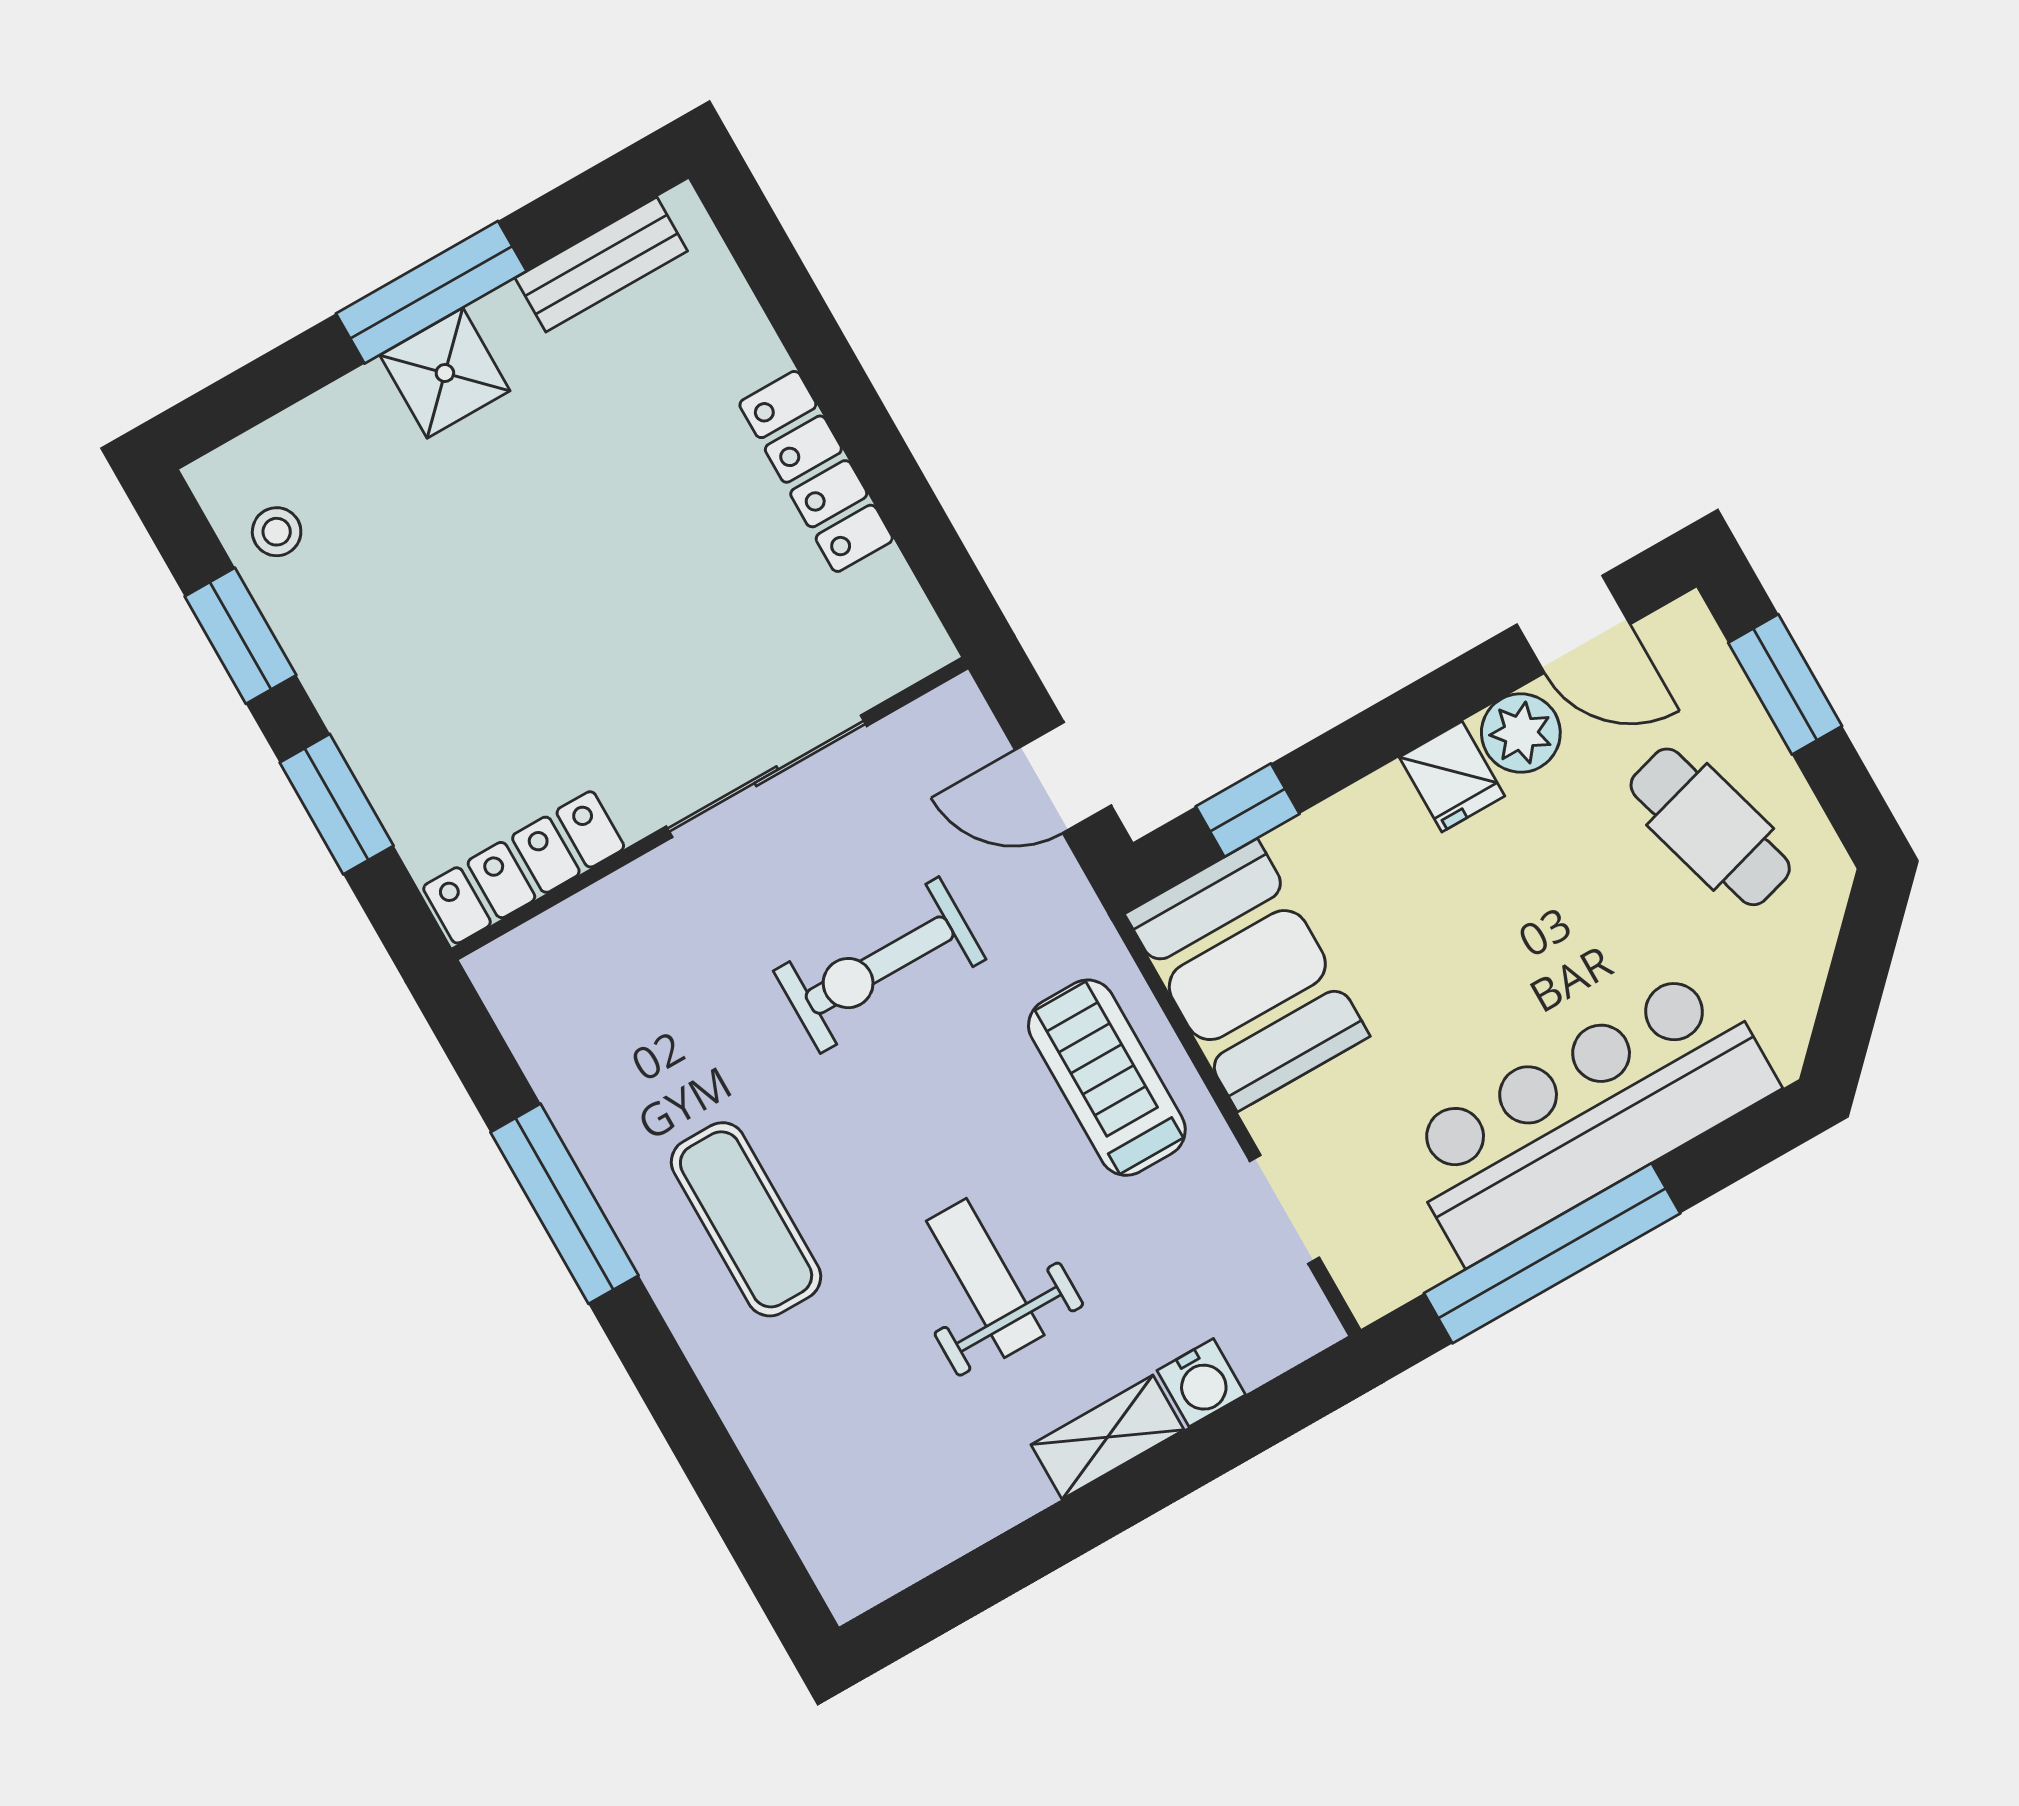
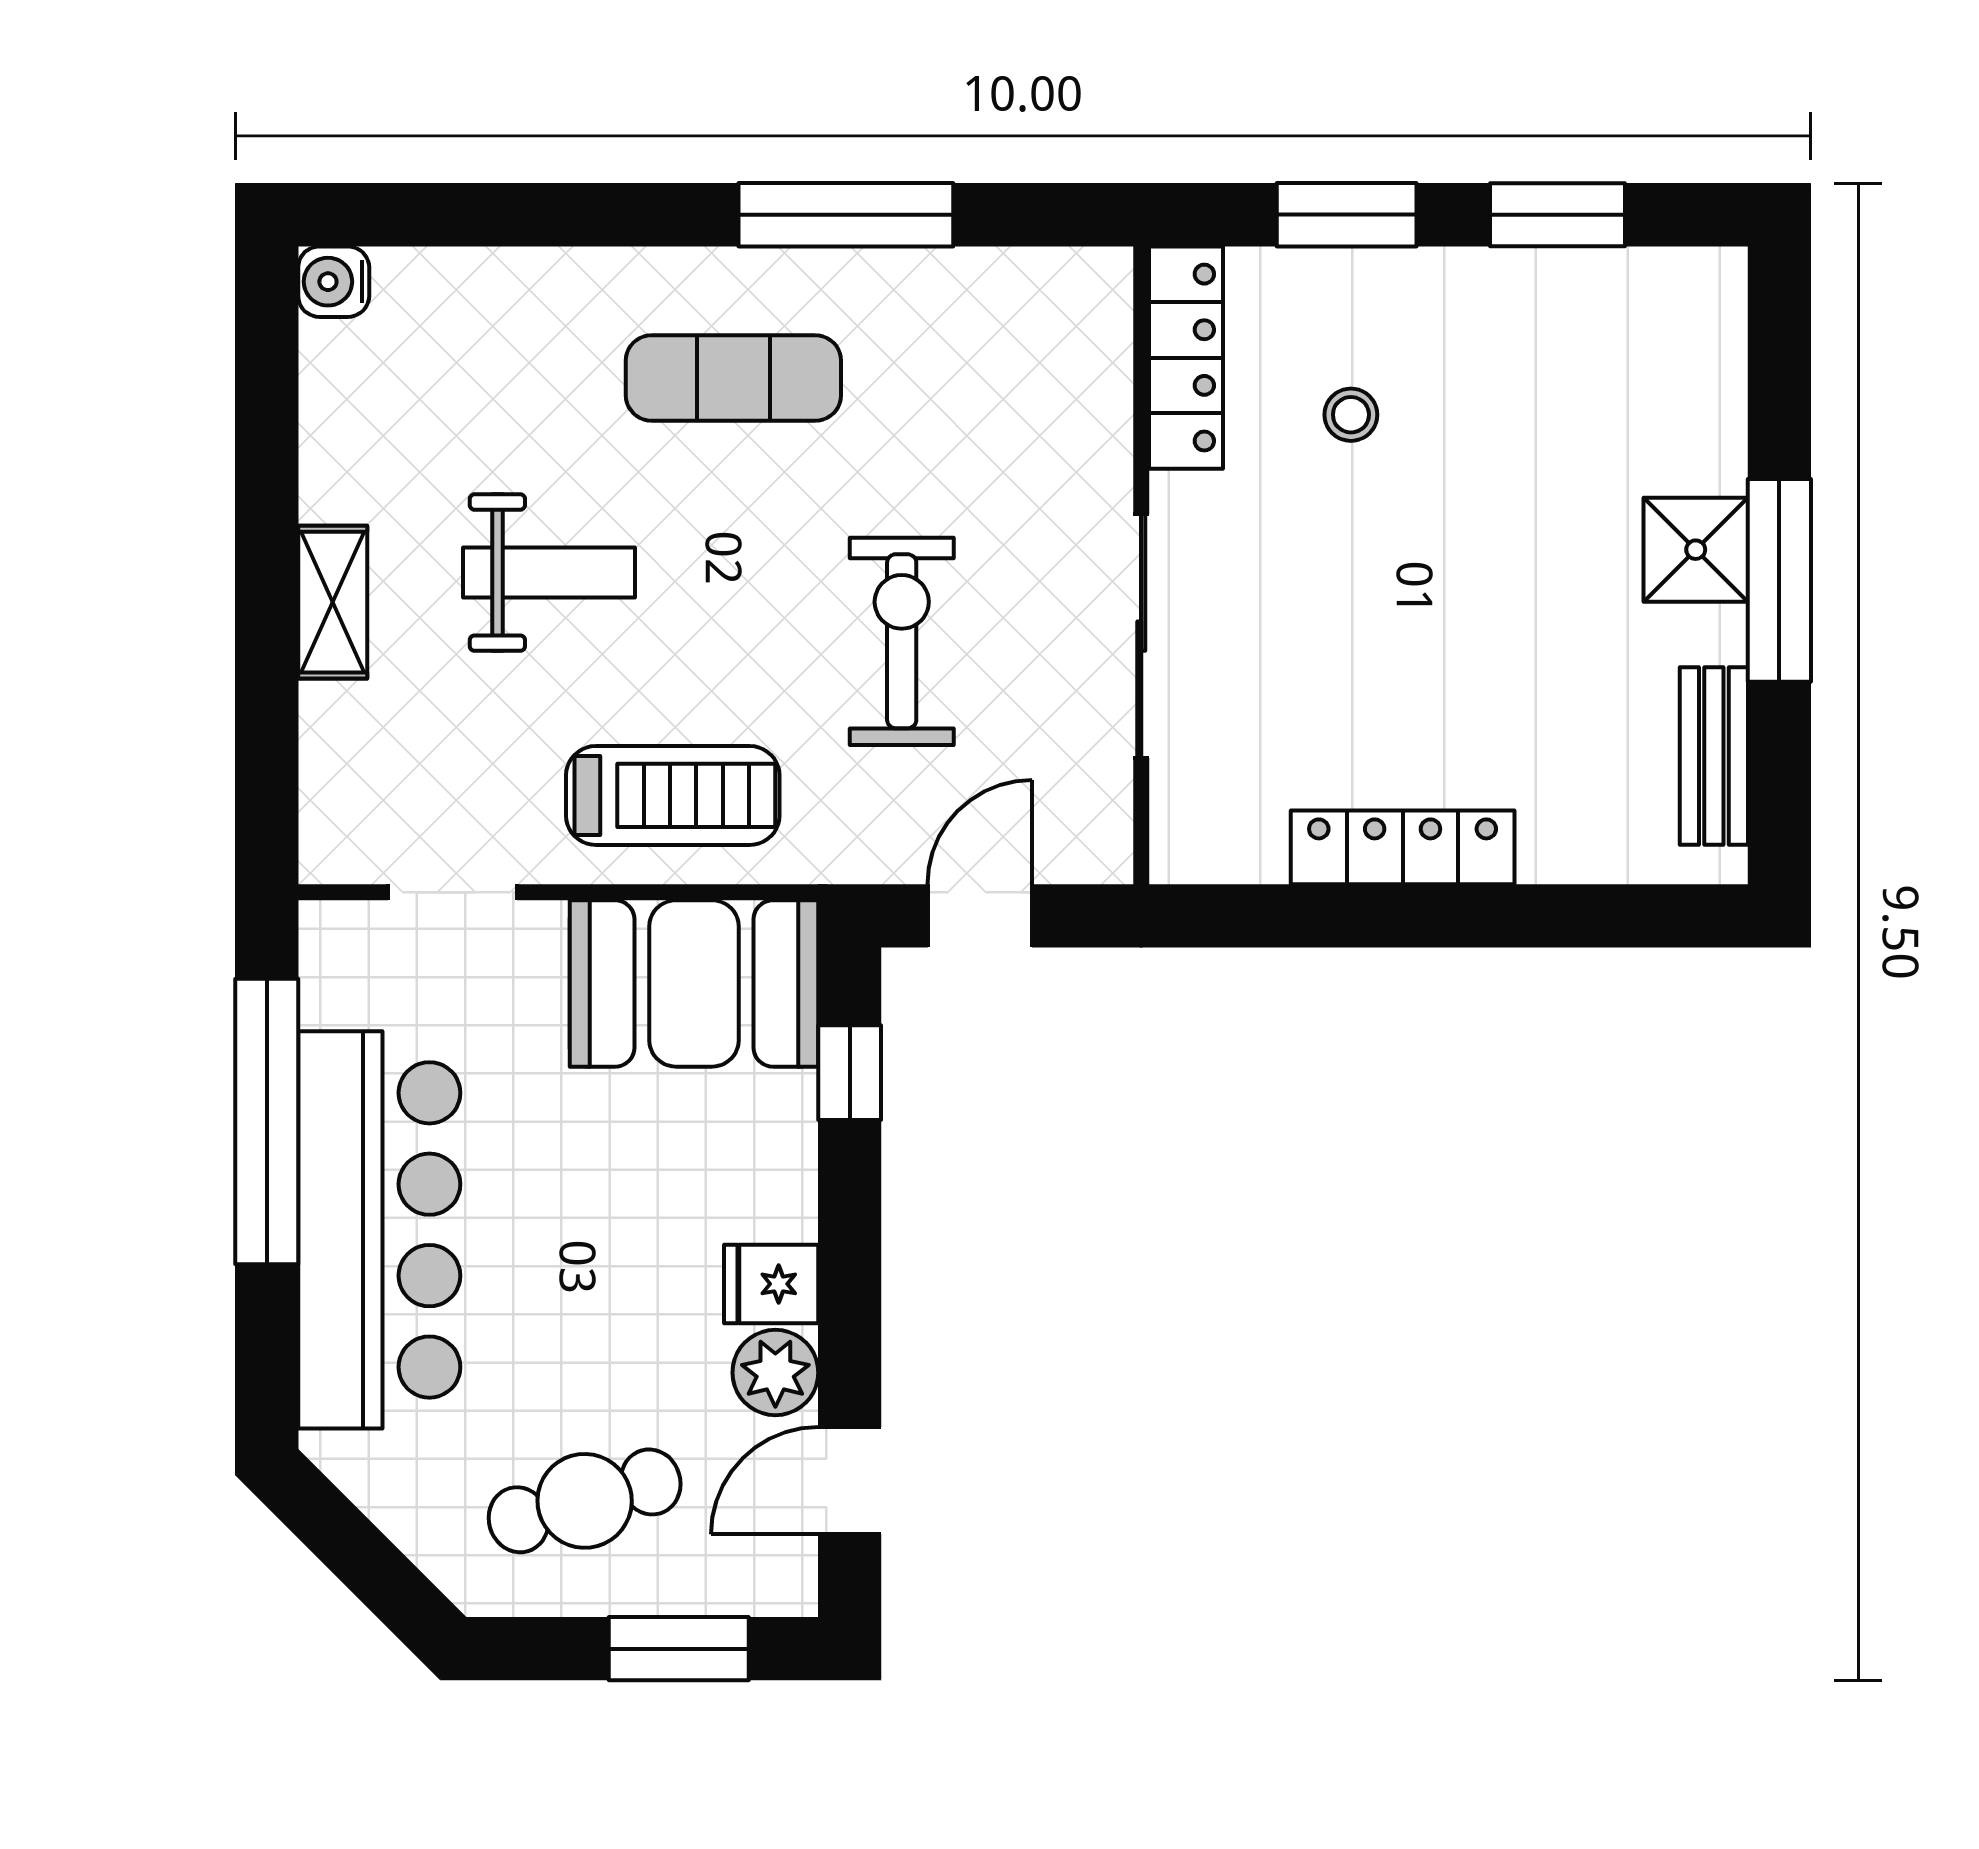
stool: (277, 532) -> (1351, 415), moved
water cooler: (1201, 1383) -> (334, 282), moved

